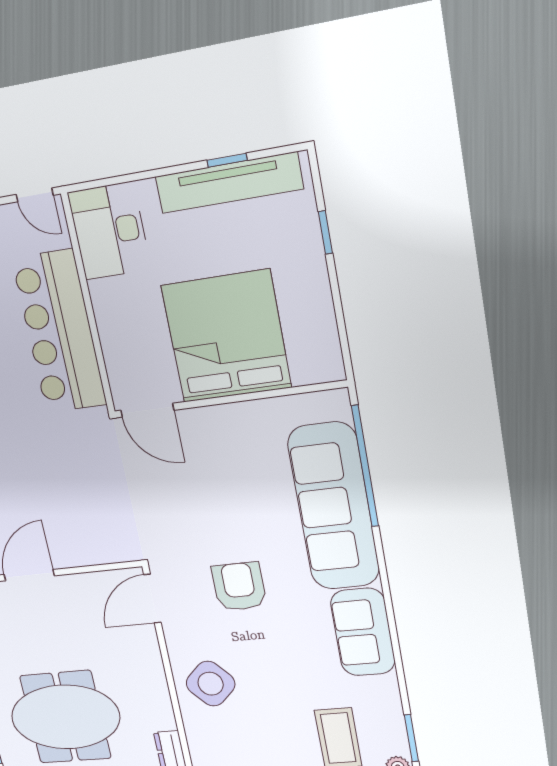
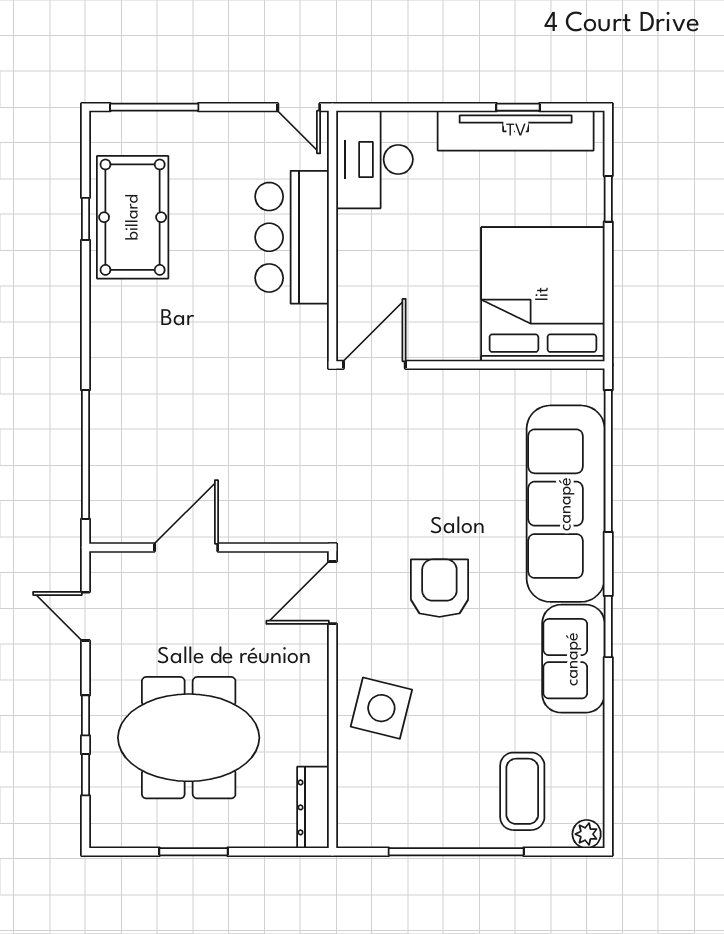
bar counter: (59, 332) -> (292, 237), width x0.73
bed: (226, 337) -> (543, 294), moved
door: (147, 410) -> (374, 365), swing flipped
side table: (211, 684) -> (381, 708), turned -33
window: (411, 738) -> (608, 626), moved

